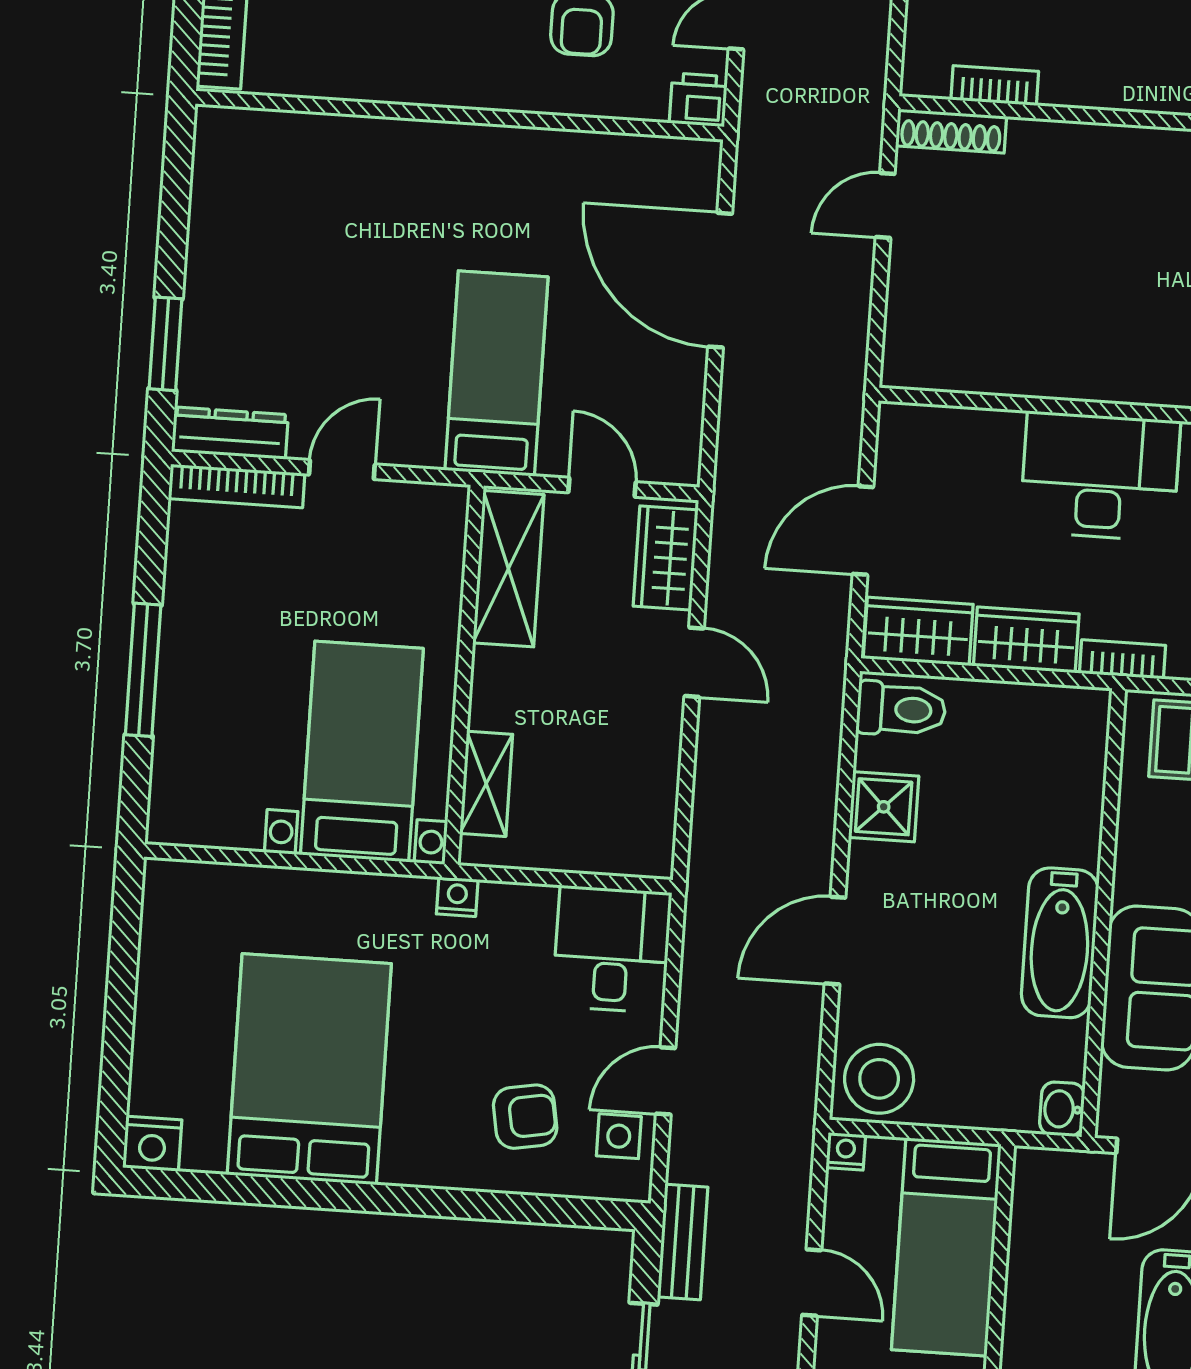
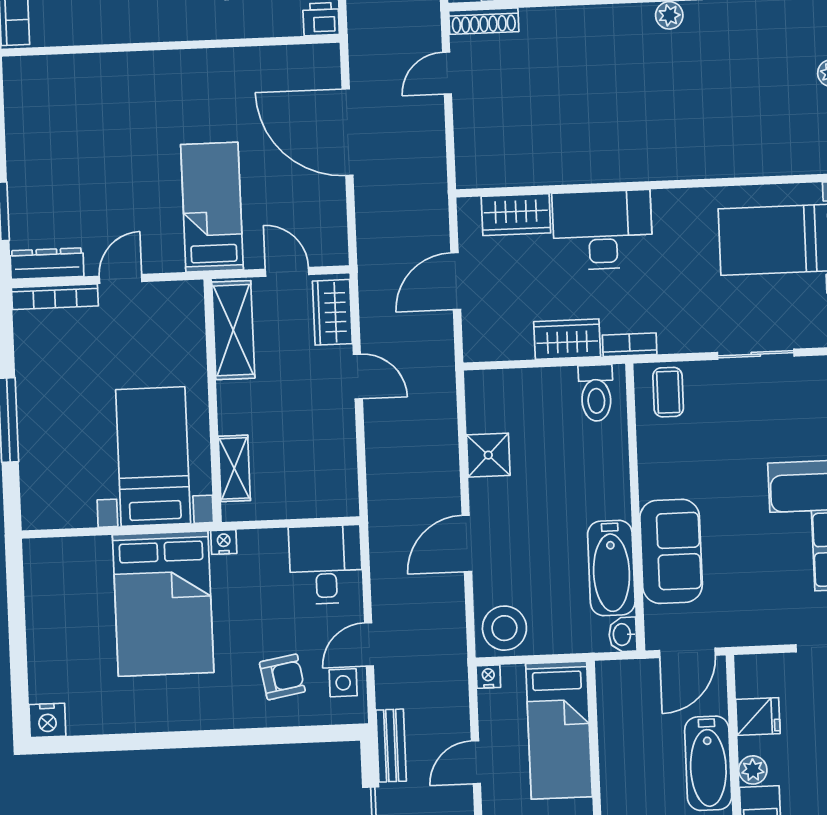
wardrobe: (918, 631) -> (516, 215), moved, turned 180
toilet: (901, 709) -> (596, 393), moved, turned 90
bathtub: (1060, 943) -> (611, 568), moved
bed: (309, 1069) -> (163, 604), moved, turned 180
door: (812, 1283) -> (476, 762), swing flipped

